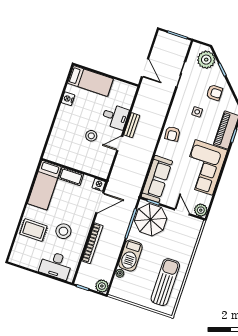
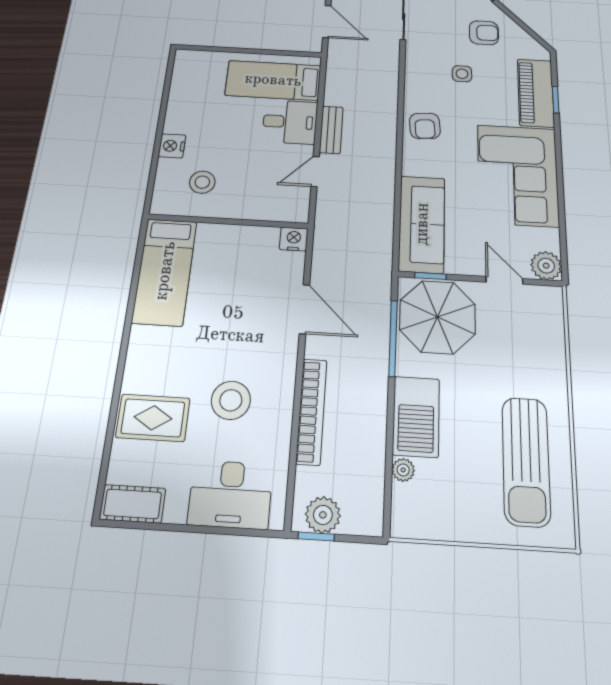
bed: (90, 81) -> (273, 80), moved, turned 180
nightstand: (68, 99) -> (172, 146), moved
stool: (91, 136) -> (202, 182), moved
wall: (74, 170) -> (228, 221), moved
cot: (71, 176) -> (133, 504), moved
bed: (44, 185) -> (165, 271), moved
nightstand: (99, 185) -> (294, 239), moved
door: (100, 203) -> (304, 309), hinge flipped
sun lounger: (165, 282) -> (526, 461), turned 180
plant: (102, 286) -> (323, 515), moved

